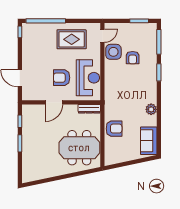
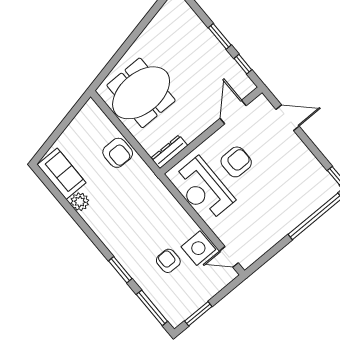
door: (102, 36) -> (229, 257), hinge flipped
rug: (72, 39) -> (264, 220), removed
door: (54, 102) -> (233, 112), moved
plant: (151, 109) -> (80, 202), moved
armchair: (114, 129) -> (118, 153), turned -90

